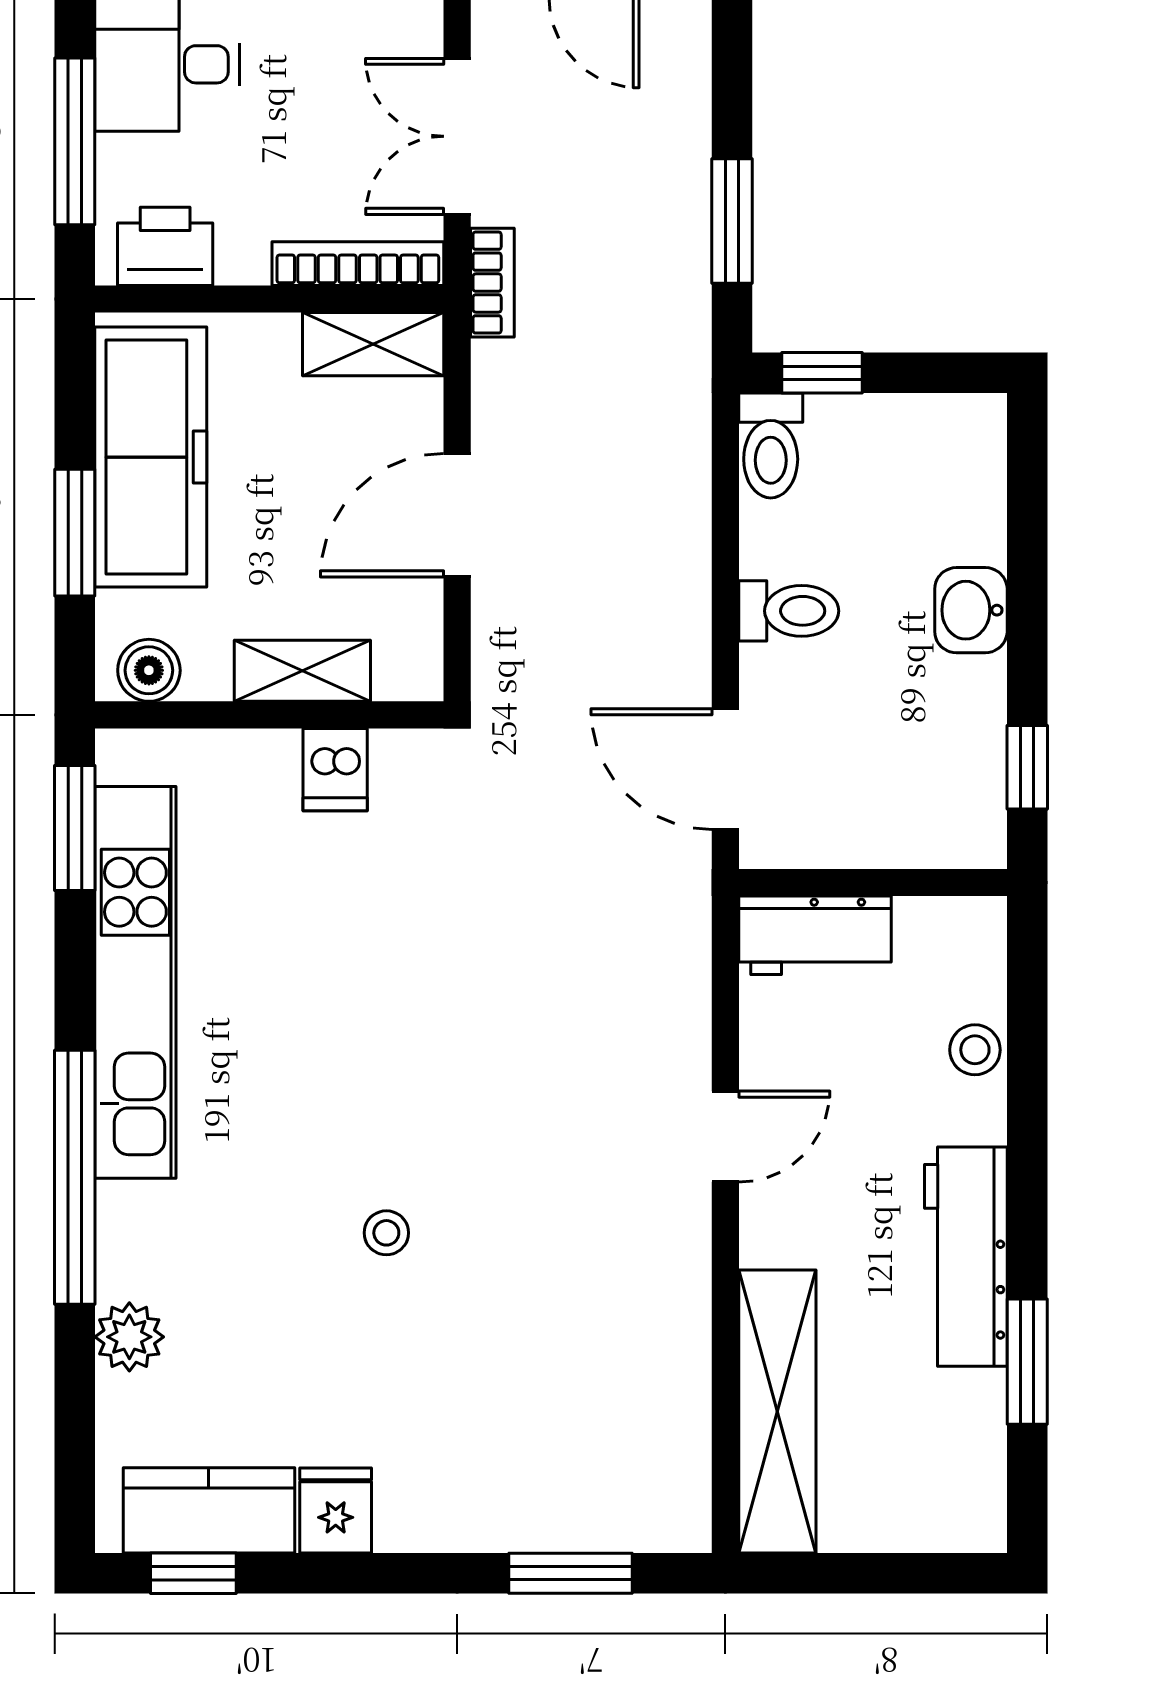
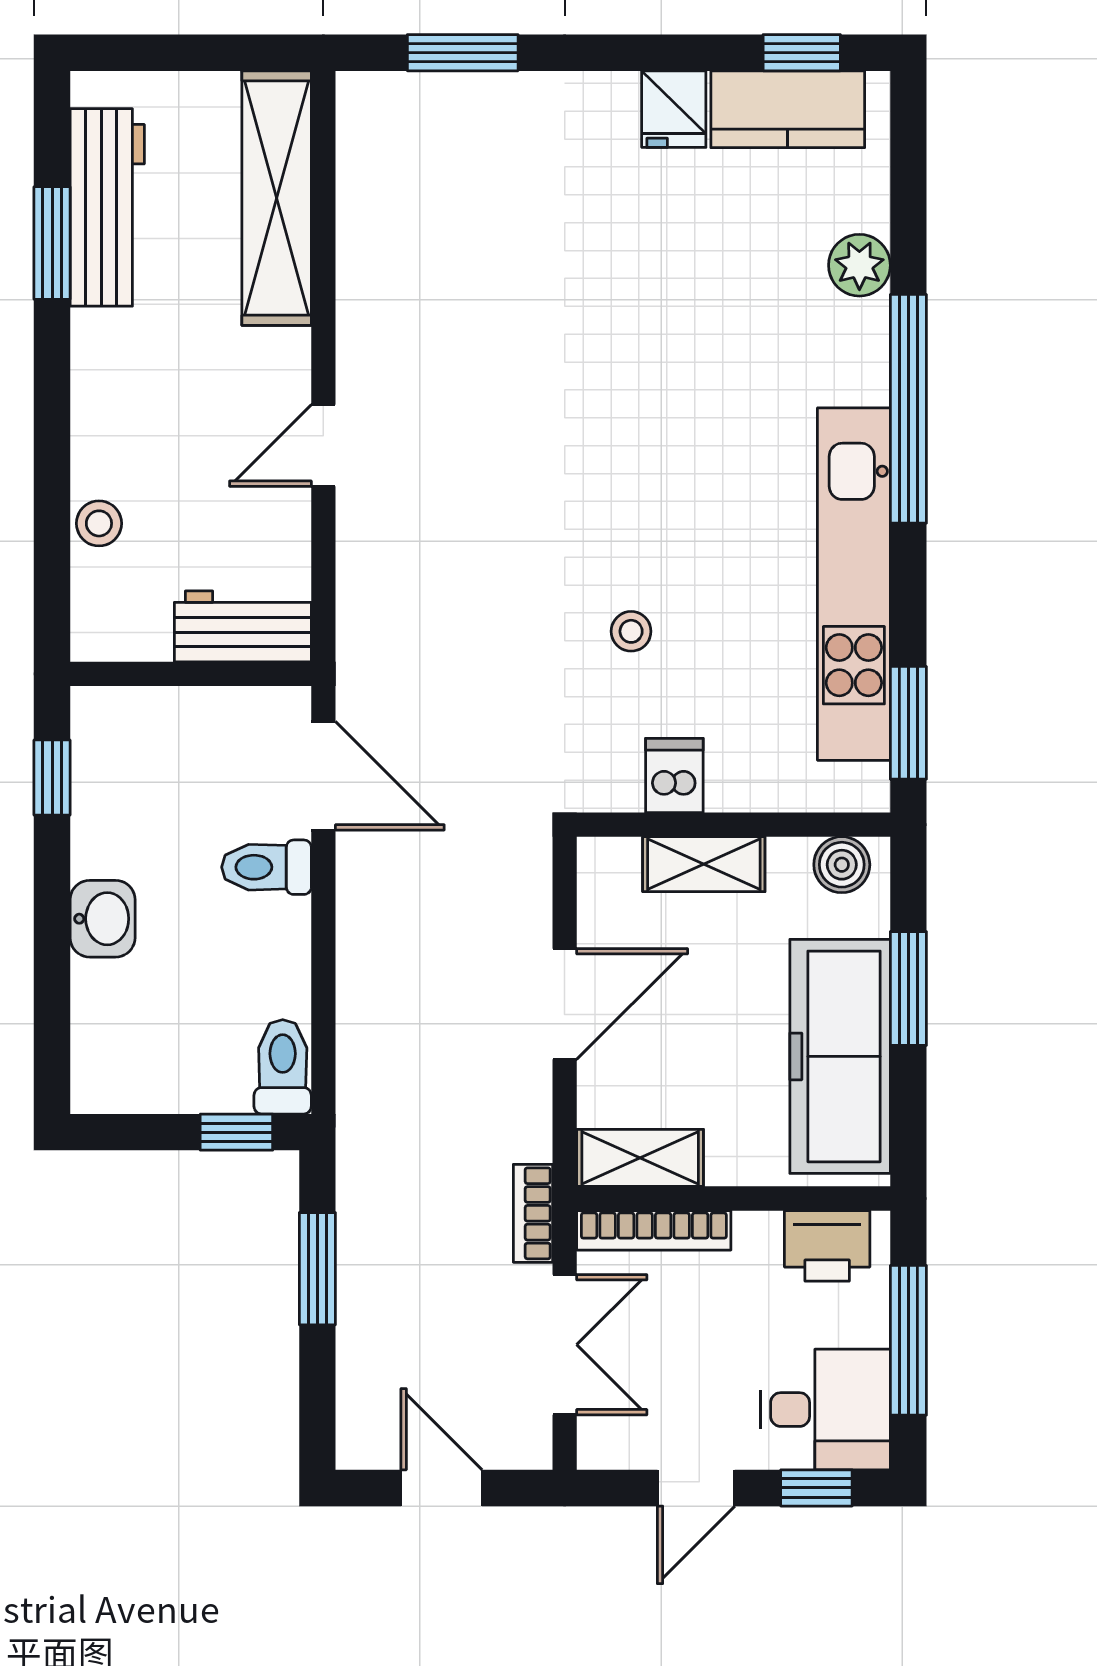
toilet: (789, 611) -> (266, 867), moved
stool: (386, 1233) -> (631, 631), moved
workbench: (966, 1257) -> (107, 207), moved

